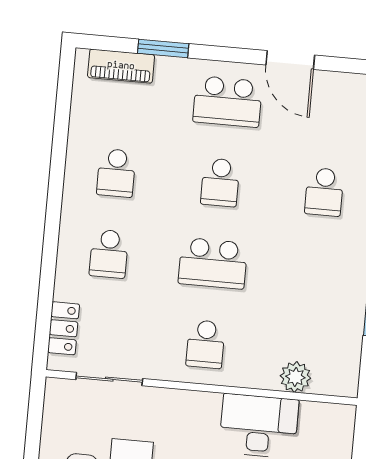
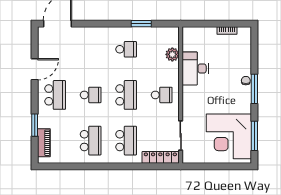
school desk: (116, 173) -> (91, 141), width x1.85
school desk: (324, 192) -> (126, 49), moved
school desk: (109, 254) -> (126, 141), width x1.85
locker: (64, 328) -> (160, 157), width x1.53

